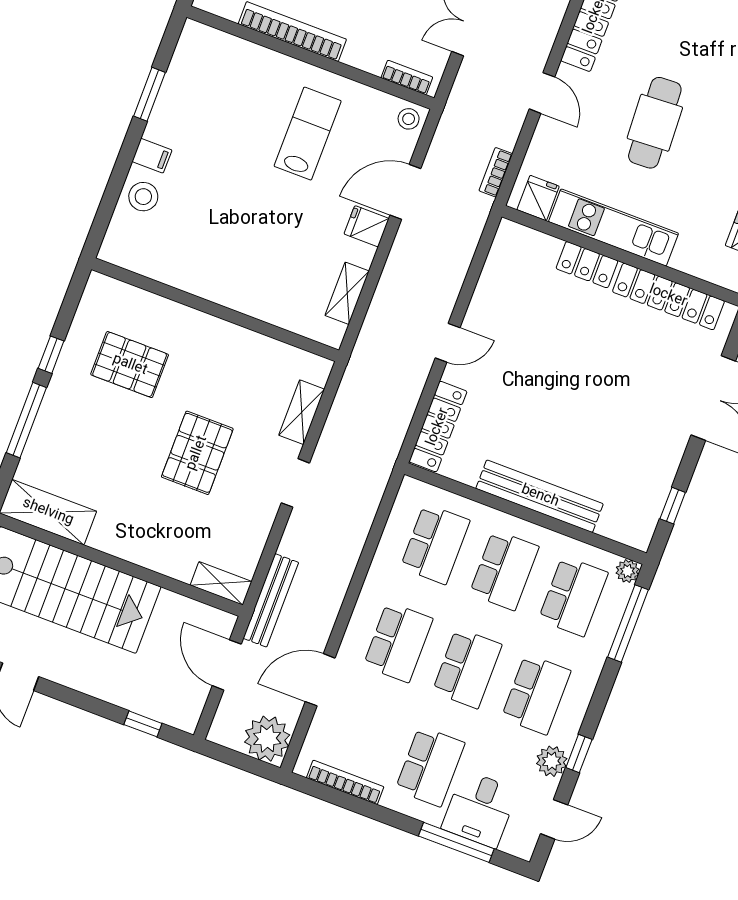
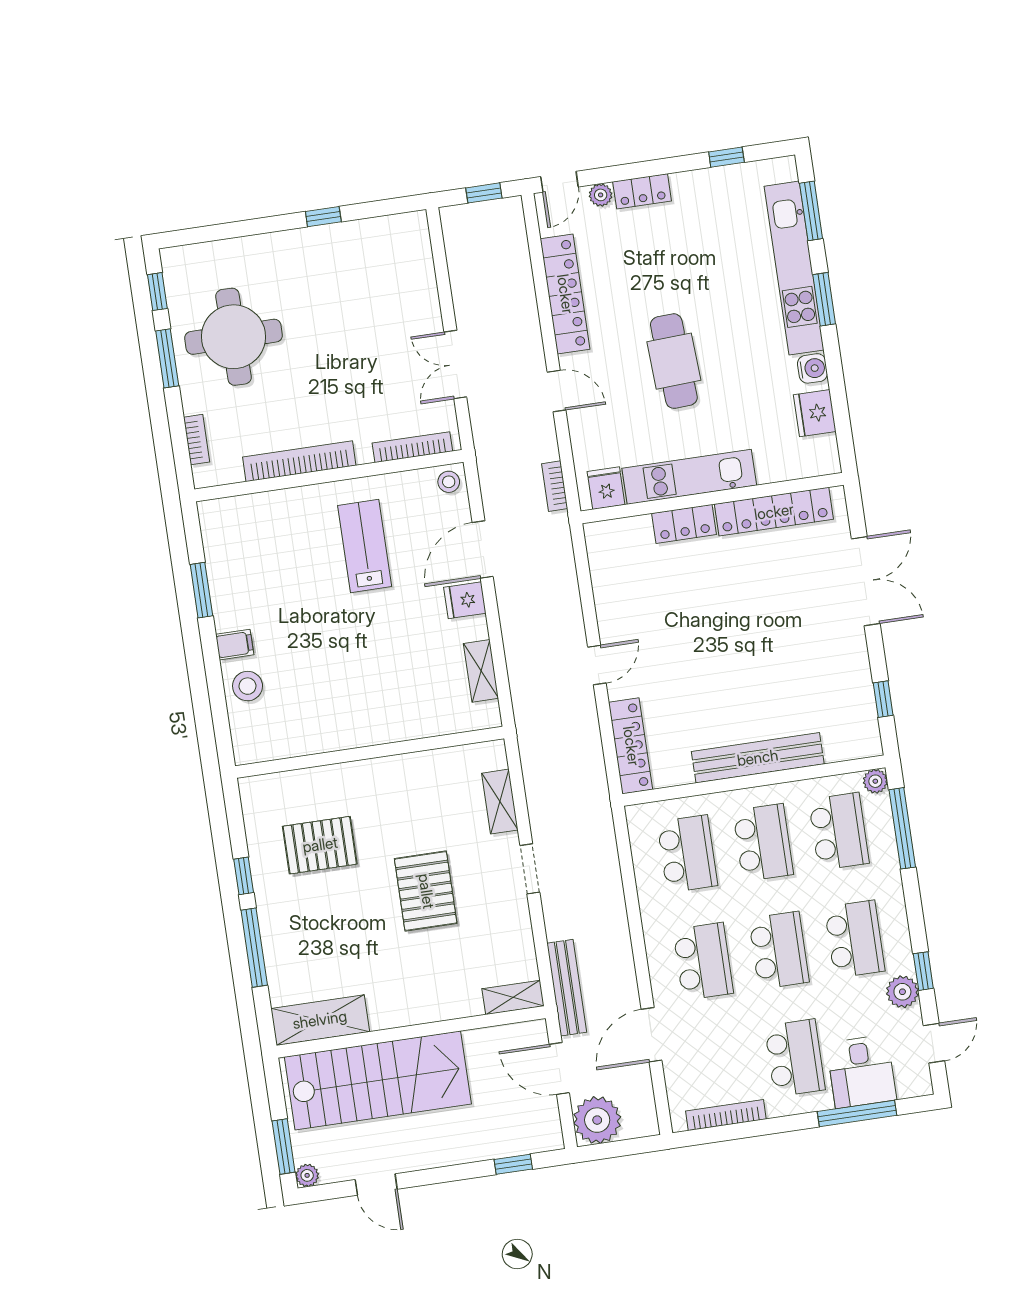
bookcase: (407, 77) -> (412, 447), width x1.56
plant: (267, 739) -> (597, 1120), moved

